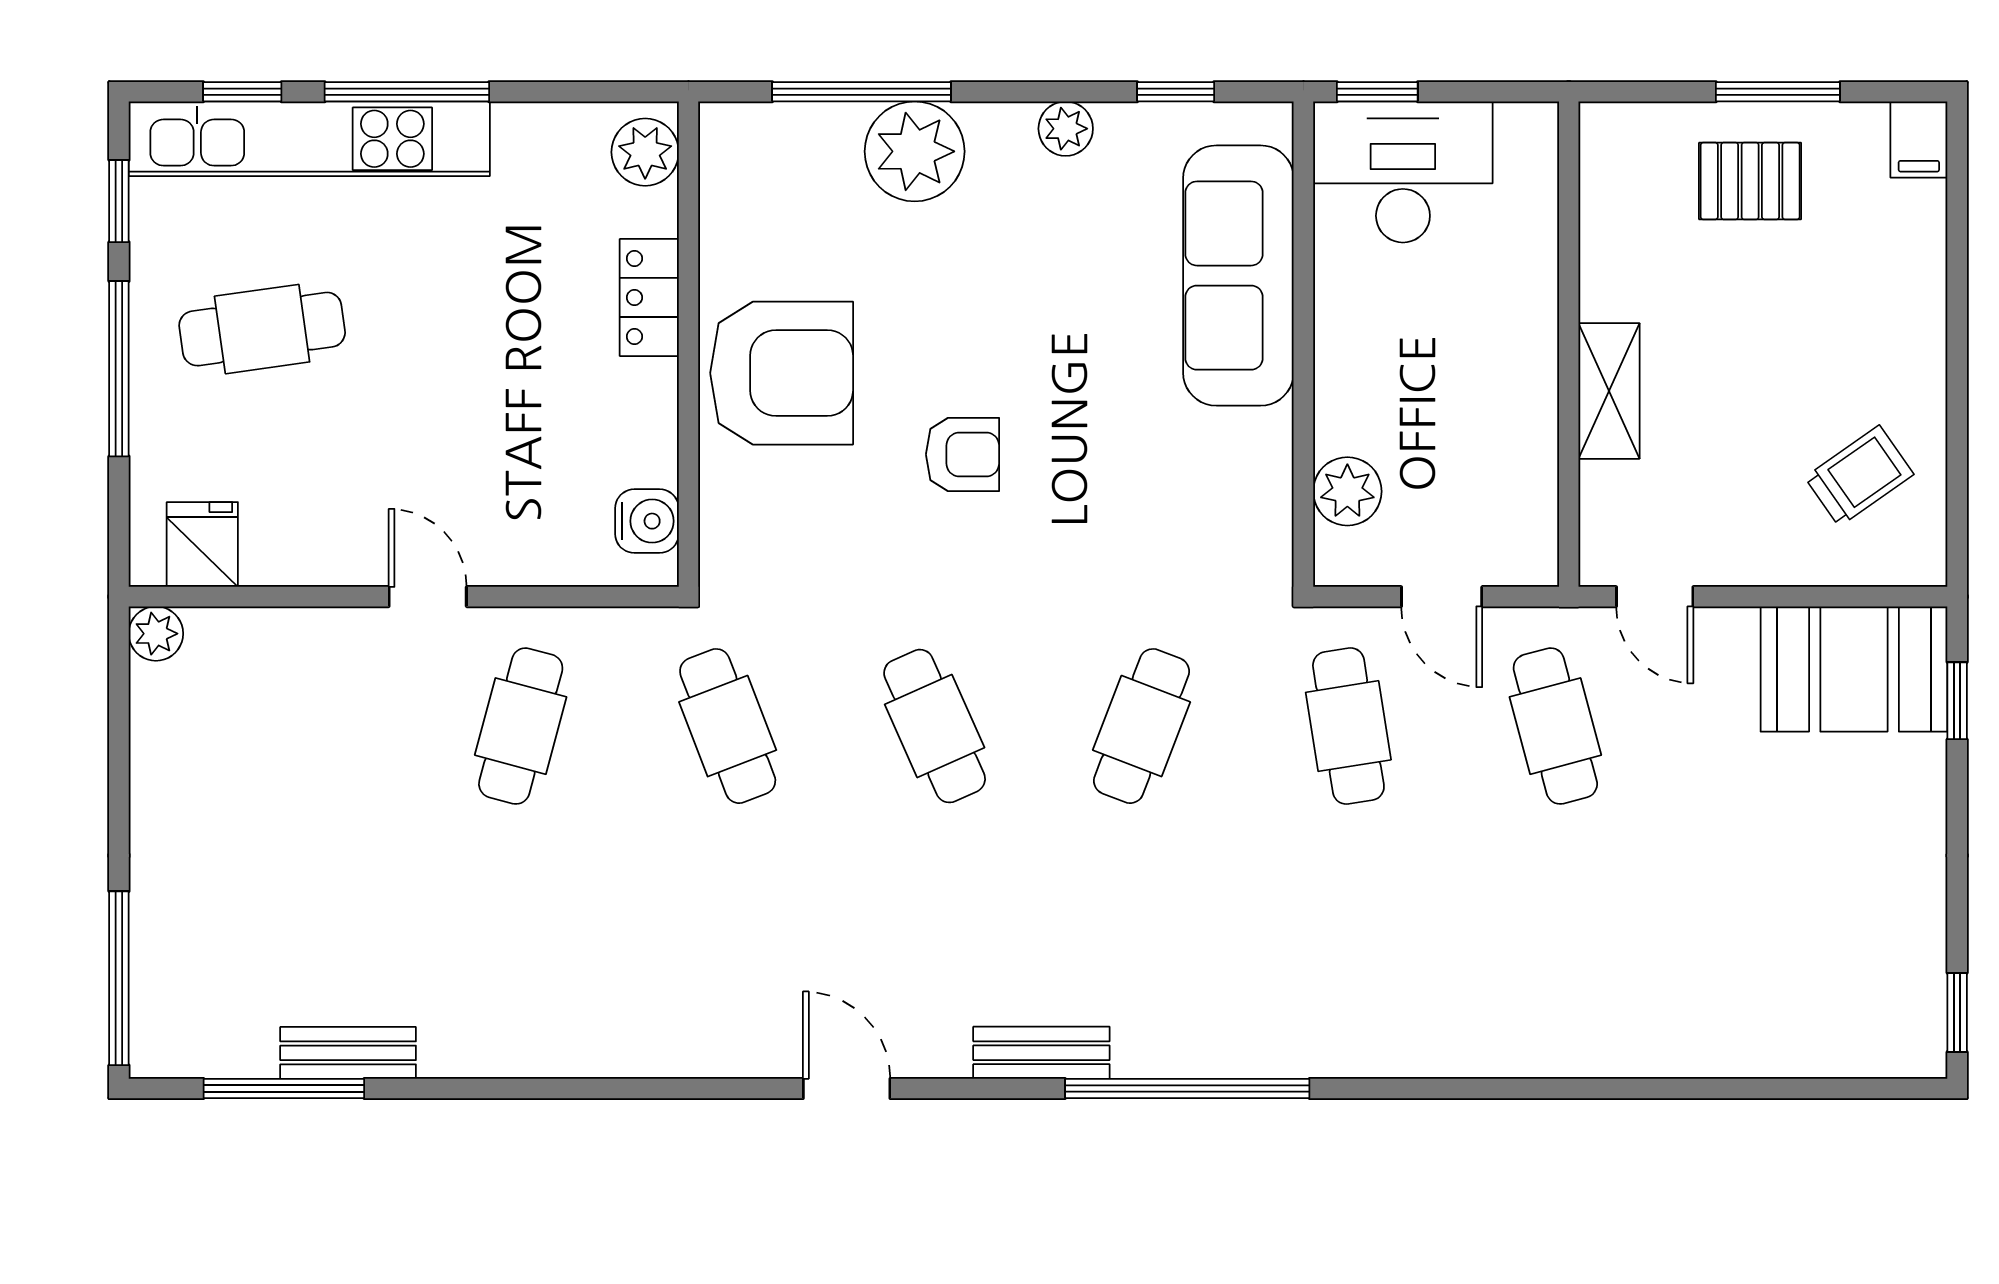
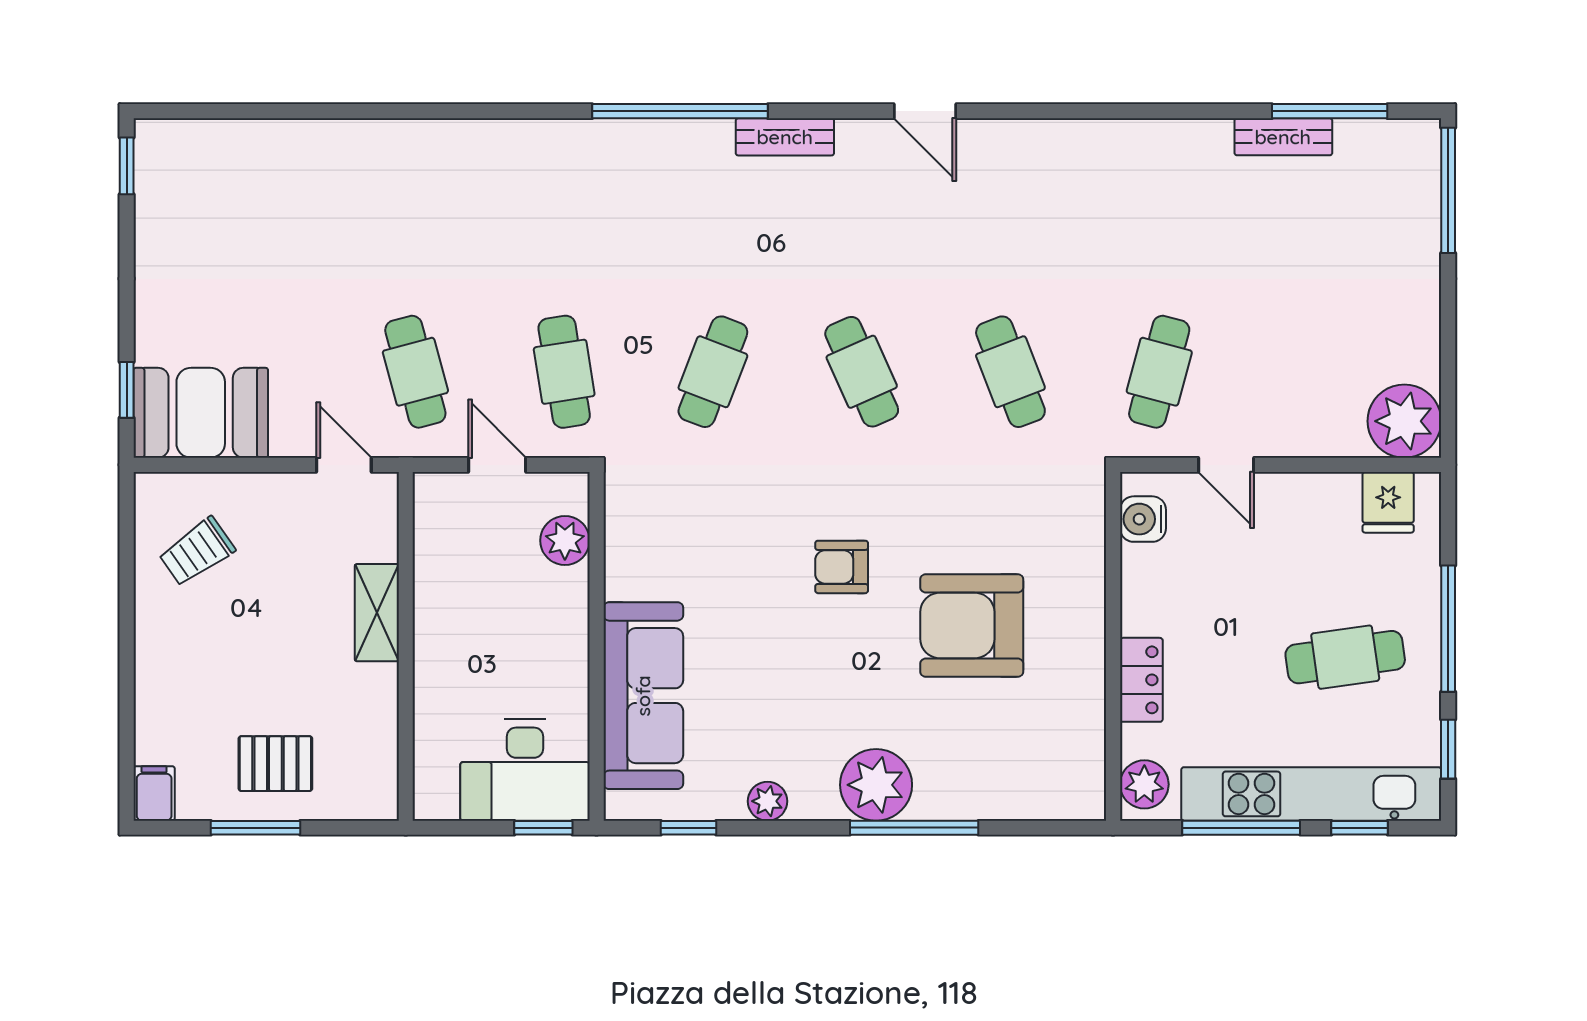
plant: (645, 152) -> (1144, 784), moved
locker: (649, 298) -> (1141, 680), moved
wall: (689, 344) -> (1113, 646), moved
water cooler: (647, 521) -> (1143, 519), moved
plant: (156, 634) -> (1404, 421), width x1.88, depth x1.88

